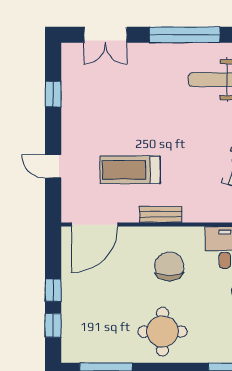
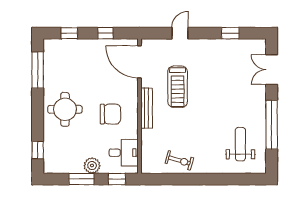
treadmill: (130, 170) -> (178, 87), turned 180
bench: (161, 214) -> (147, 108), width x1.36
window: (53, 290) -> (105, 33), moved

